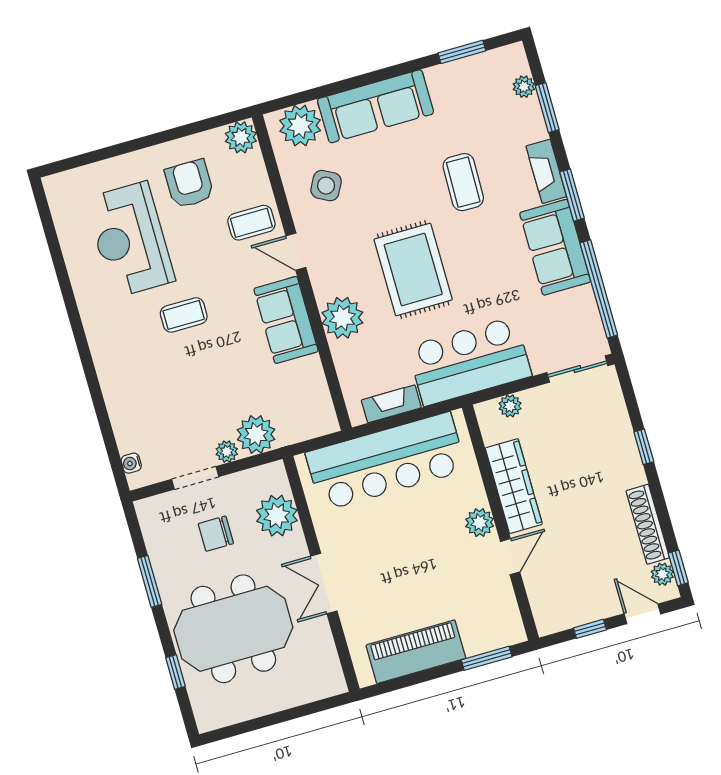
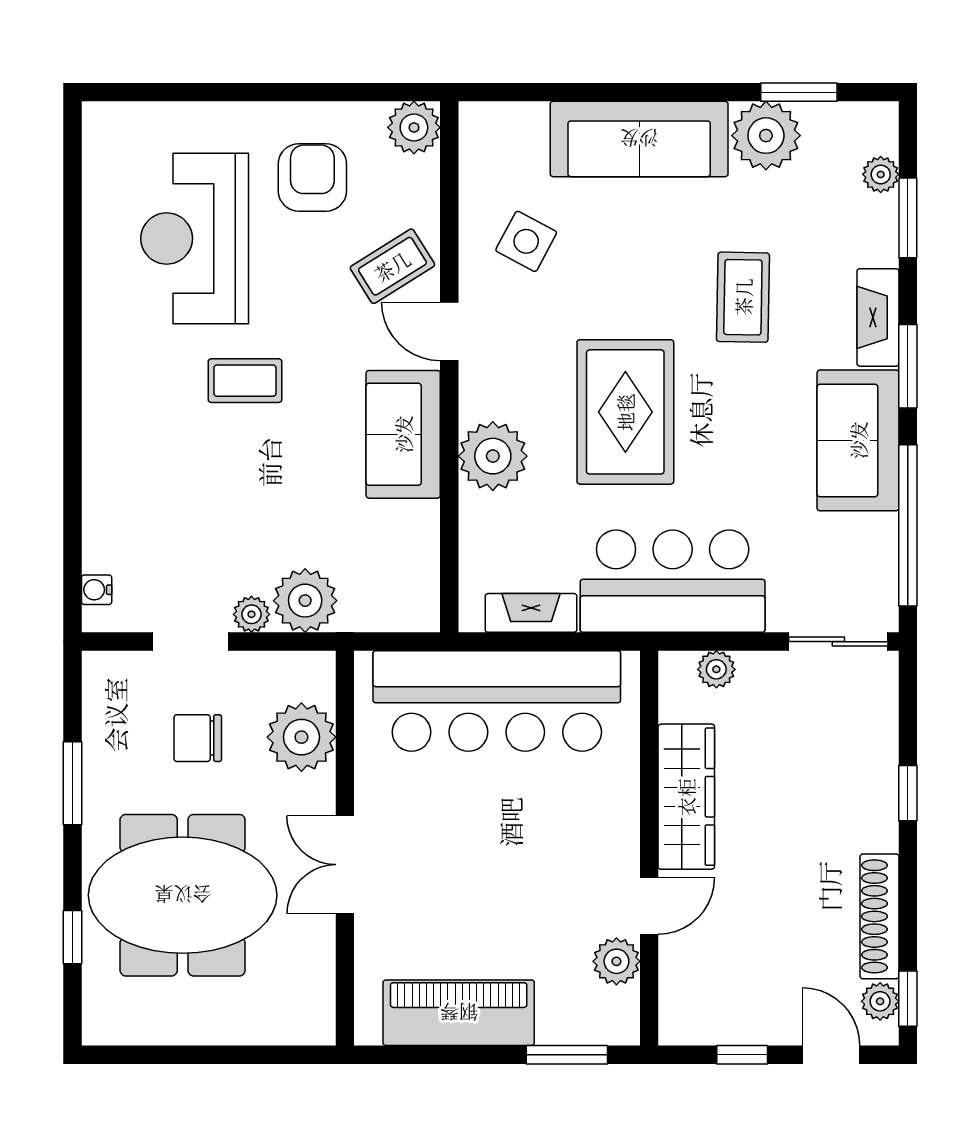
plant: (300, 126) -> (766, 136), moved
coffee table: (251, 223) -> (392, 266), turned -32
plant: (480, 523) -> (616, 961), moved

